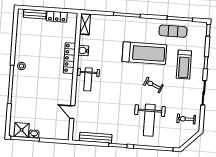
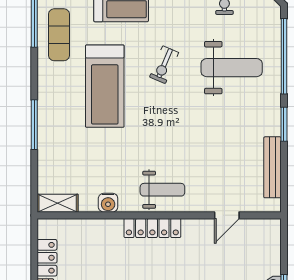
treadmill: (144, 53) -> (105, 86), turned 180
locker: (69, 58) -> (152, 228), moved

